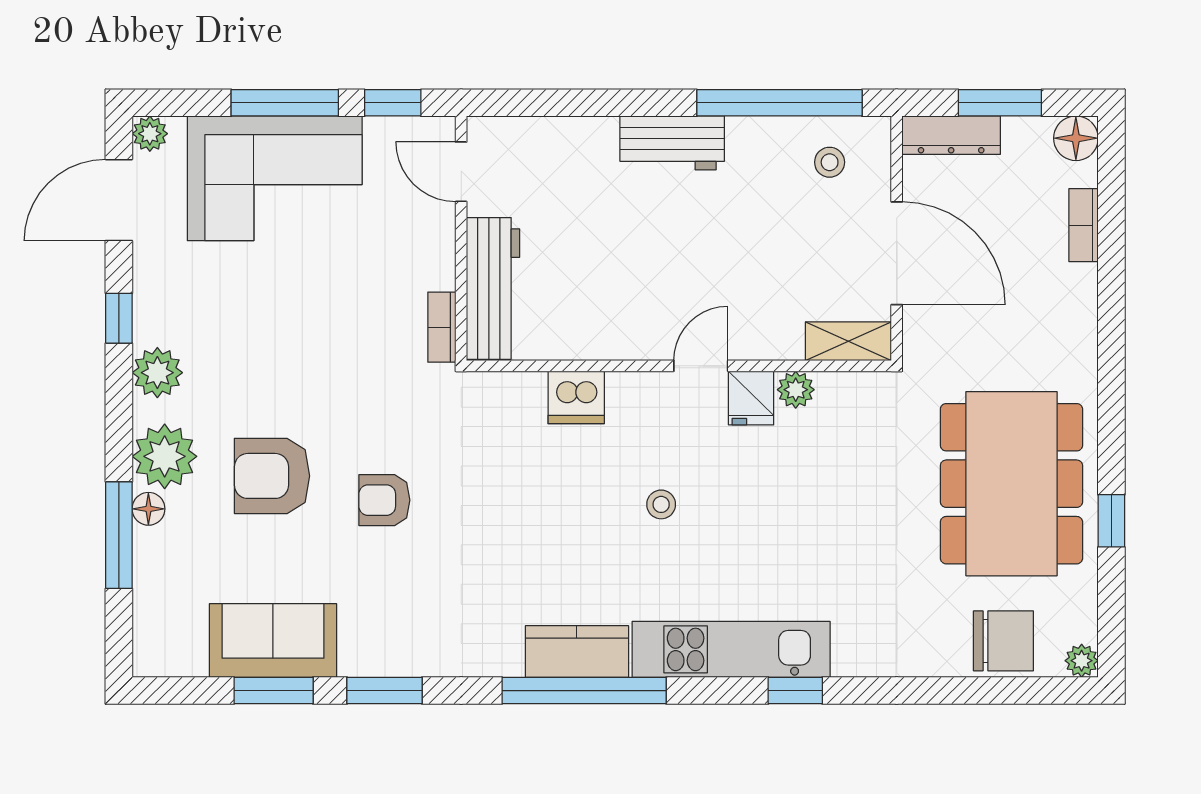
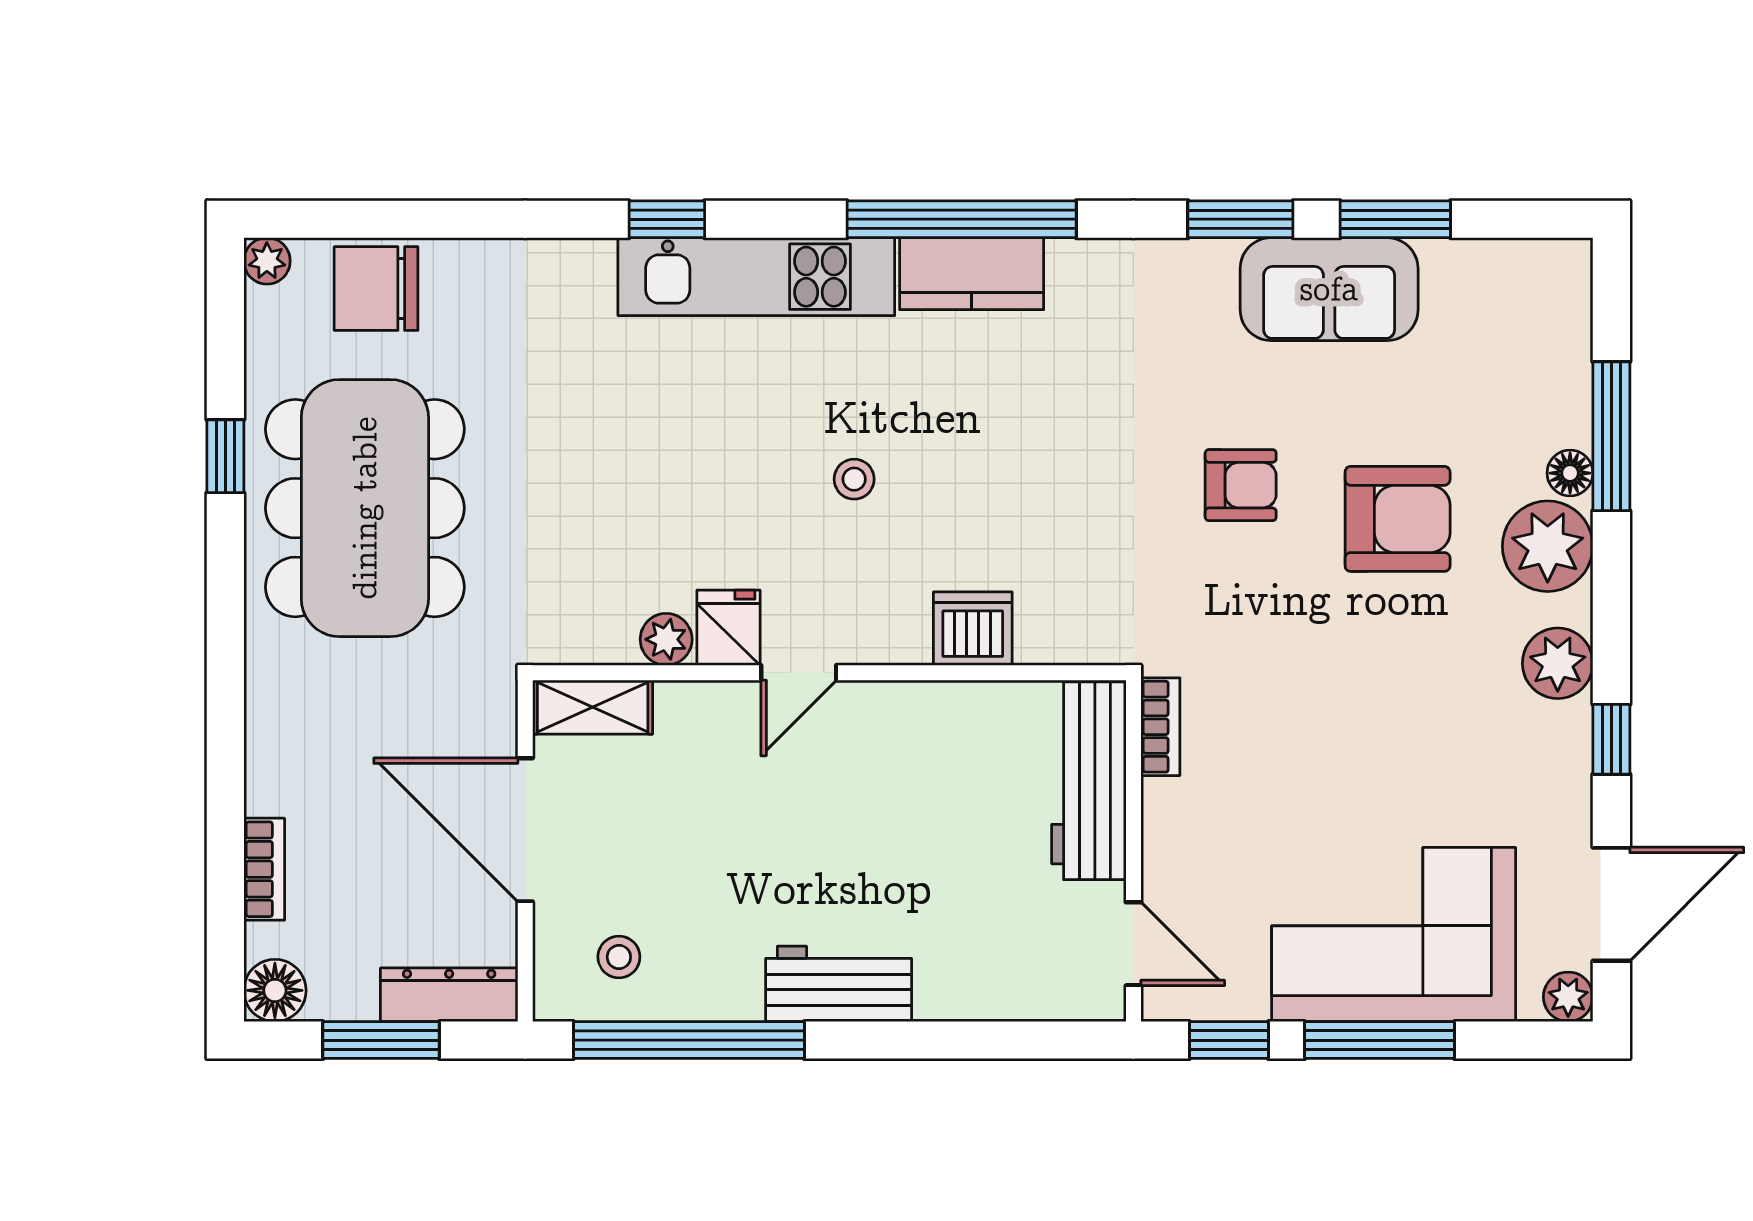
sofa: (273, 640) -> (1329, 289), moved

